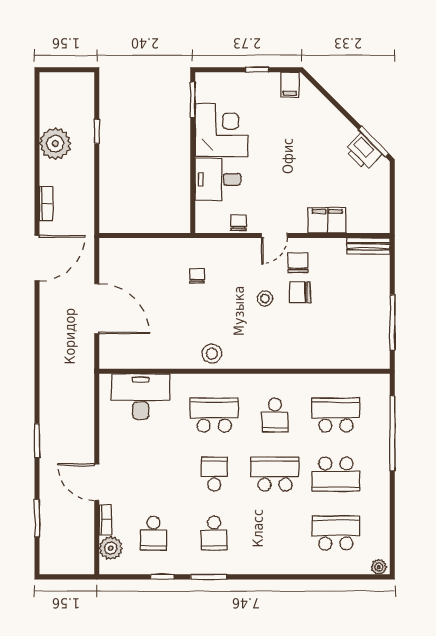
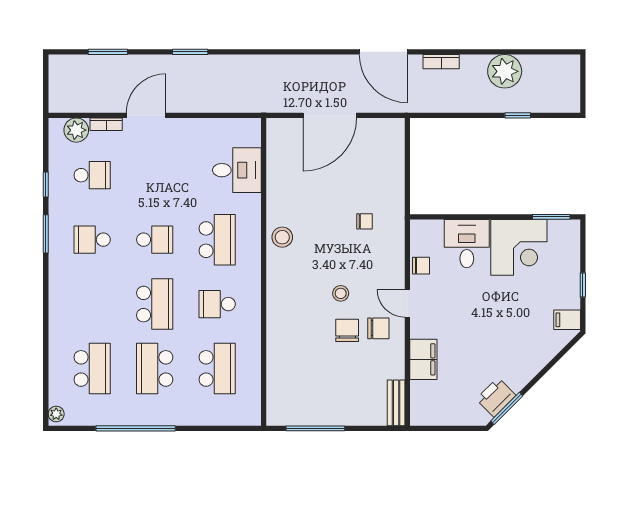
desk: (141, 396) -> (237, 170), width x0.73
window: (392, 433) -> (136, 428), moved
school desk: (153, 533) -> (92, 175), turned 180

